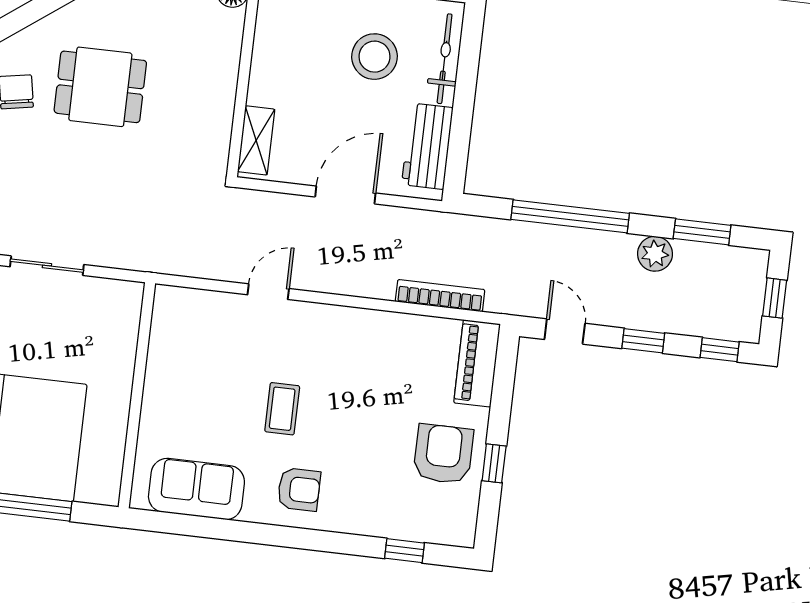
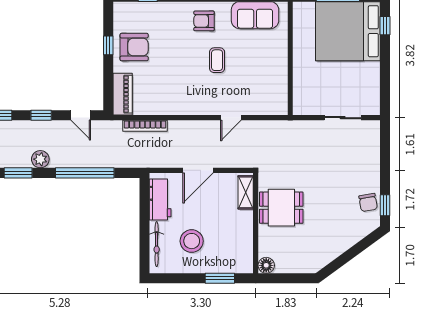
dining table: (100, 87) -> (281, 208), moved
armchair: (443, 454) -> (134, 47), turned -90

